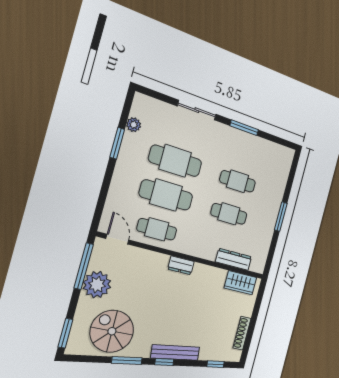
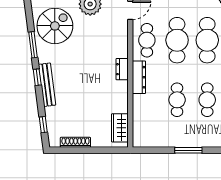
dresser: (234, 259) -> (139, 77), moved

